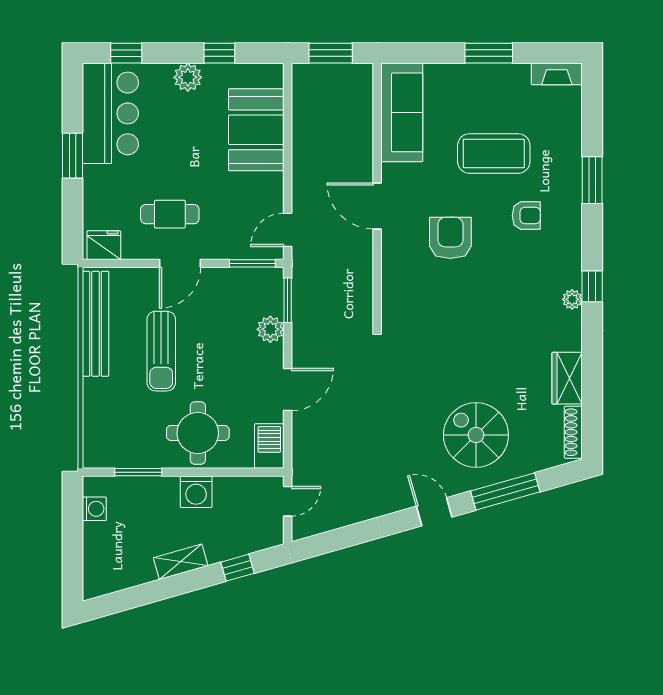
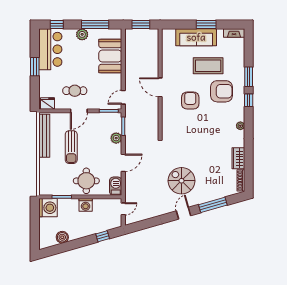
window: (219, 53) -> (95, 24), width x2.17
sofa: (402, 112) -> (196, 37), moved, turned 90
armchair: (526, 216) -> (221, 91), width x1.88, depth x1.88
window: (592, 286) -> (249, 100), moved
spiral stairs: (476, 435) -> (181, 181), moved
washing machine: (94, 509) -> (48, 208), width x1.89, depth x1.89
door: (434, 512) -> (184, 213), hinge flipped
shelving: (181, 562) -> (79, 234), removed
boiler: (140, 570) -> (62, 237), added

